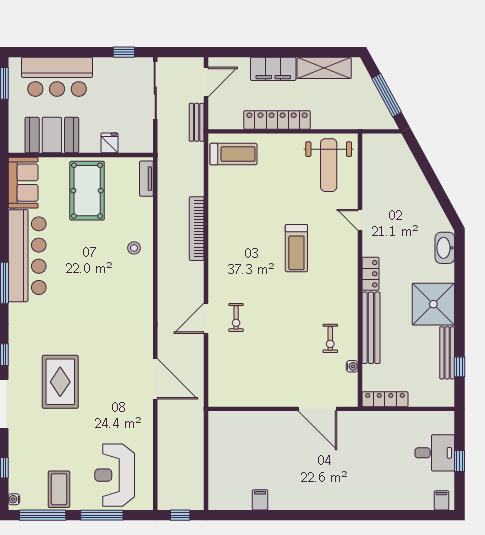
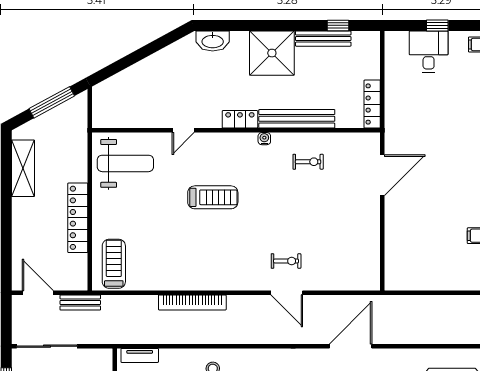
filing cabinet: (273, 69) -> (24, 222), removed
water cooler: (352, 366) -> (264, 139), moved

